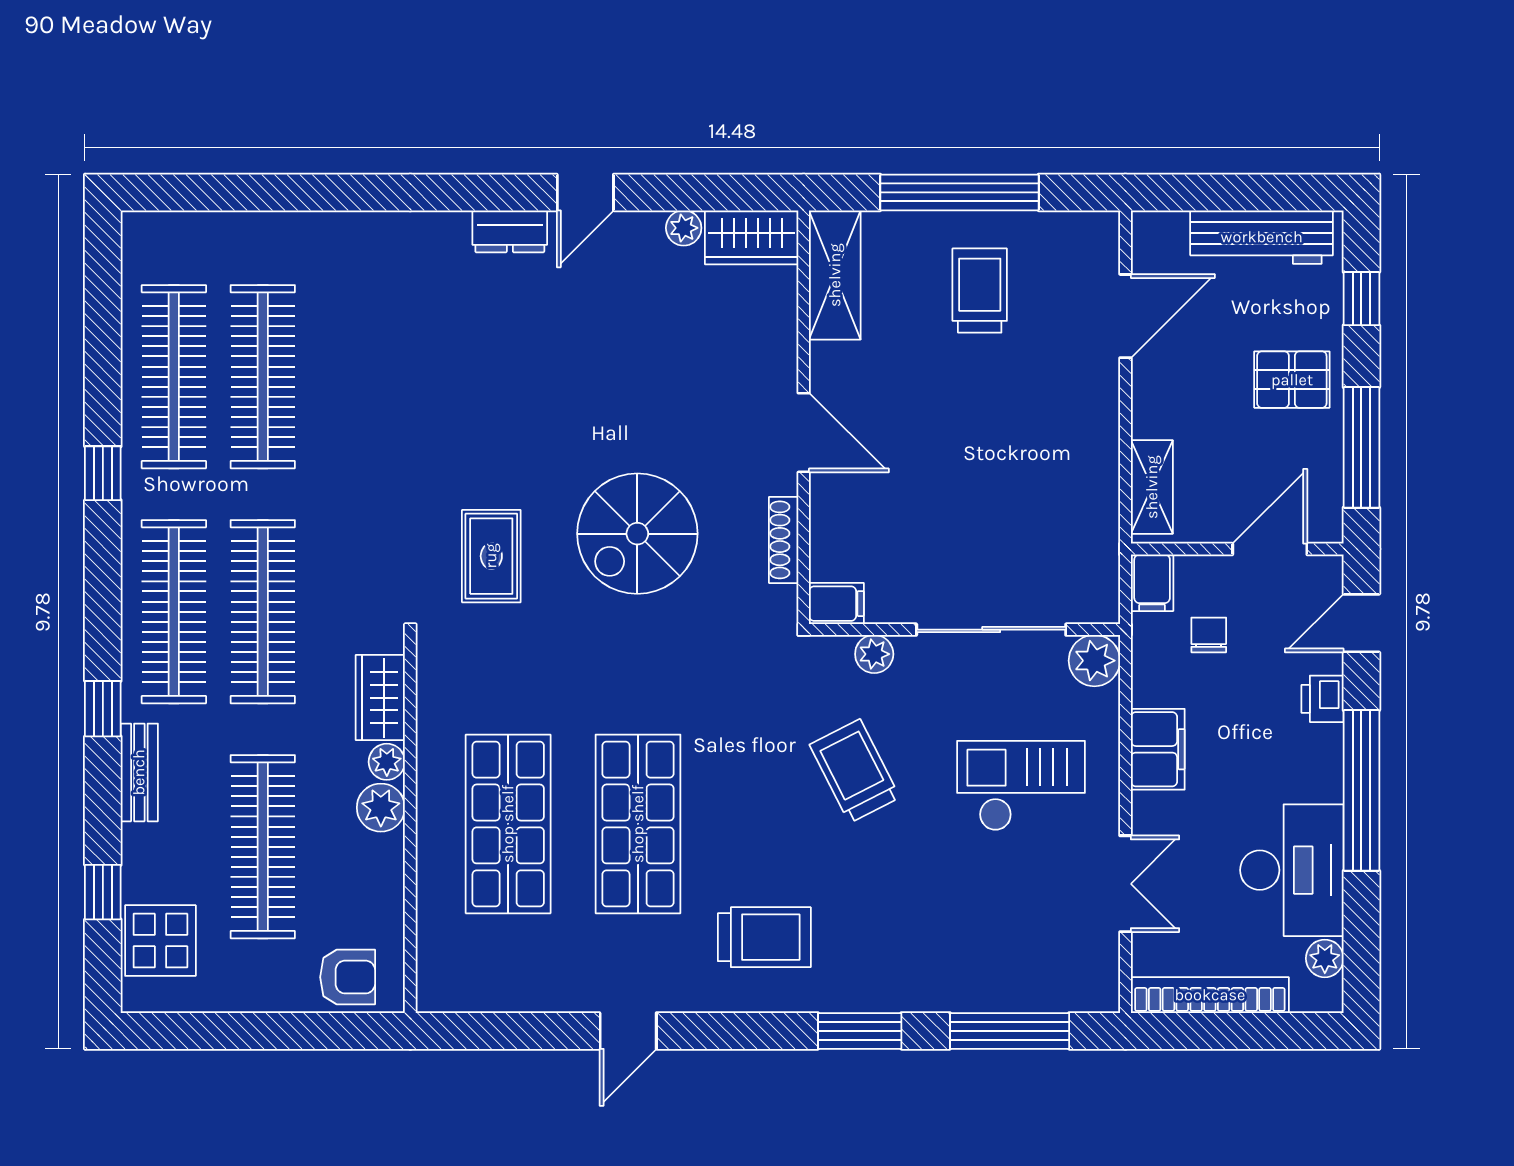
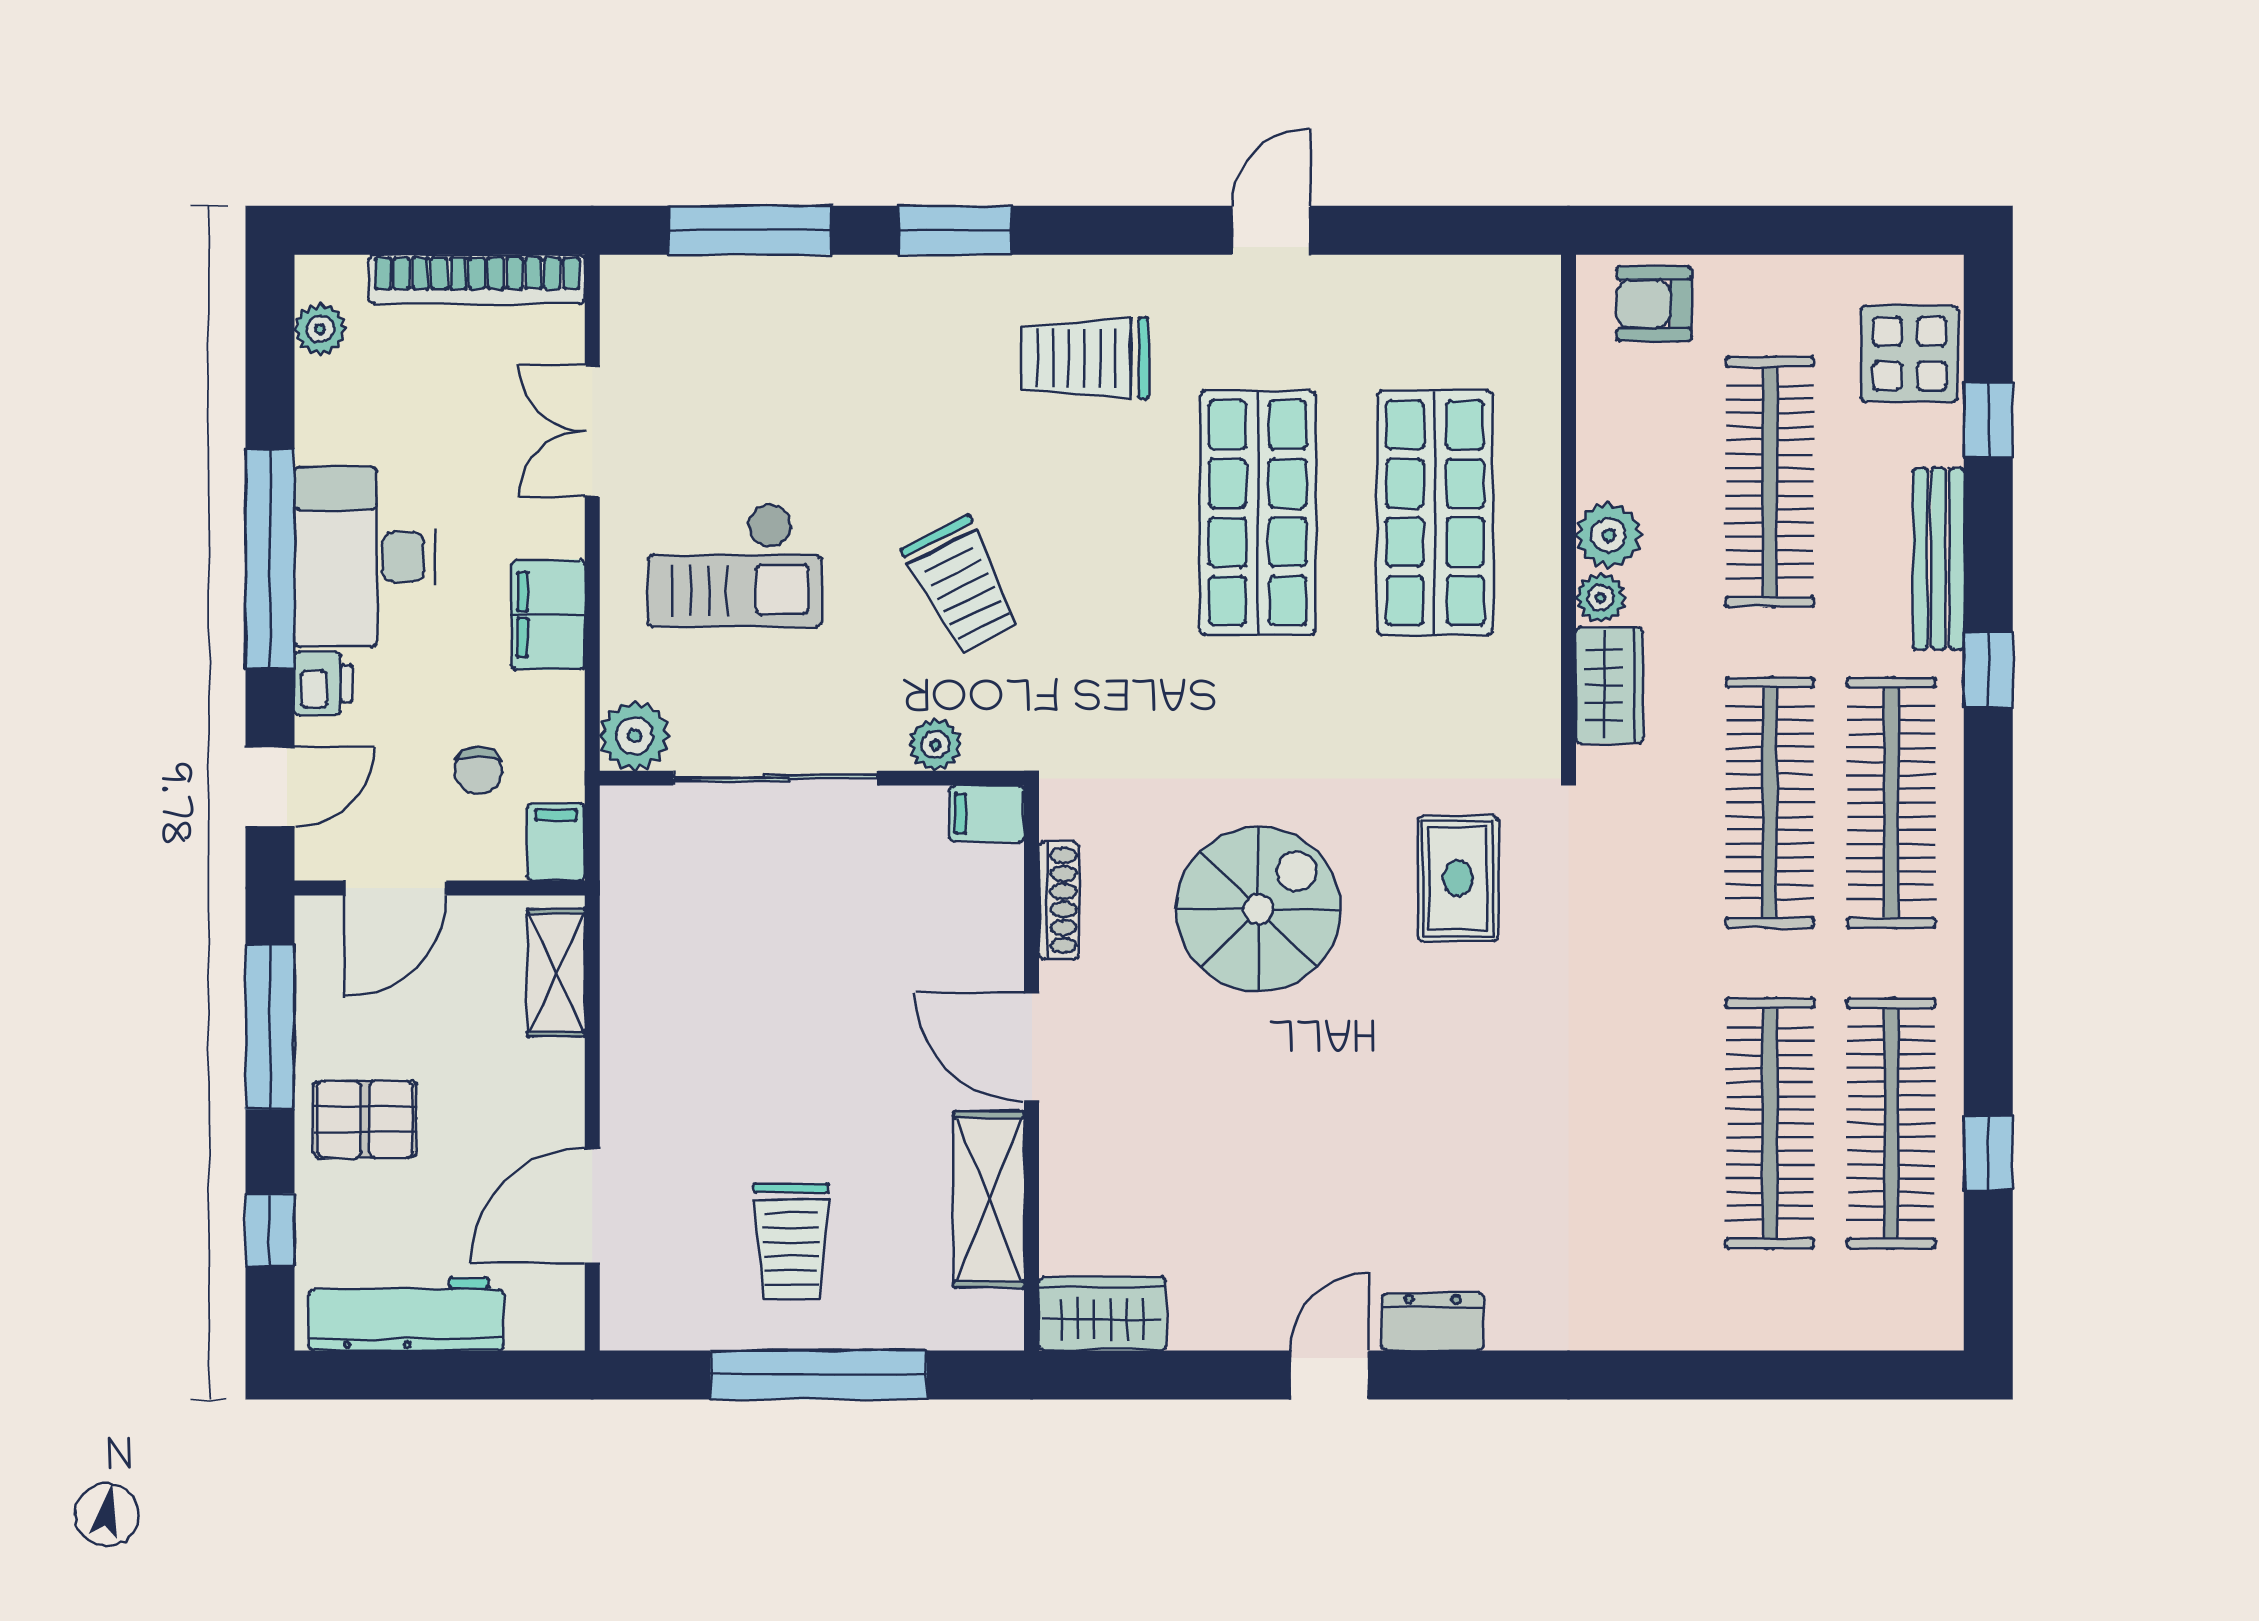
plant: (684, 228) -> (1195, 1326), removed
shelving: (835, 275) -> (989, 1200), moved
window: (103, 473) -> (1988, 1153), moved
bench: (139, 772) -> (1938, 559), width x1.36
desk: (1292, 870) -> (365, 557), moved

